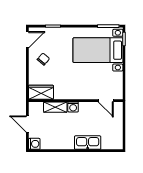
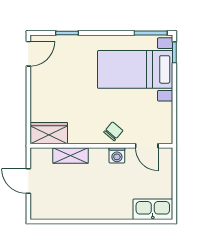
chair: (43, 59) -> (113, 131), moved
washing machine: (73, 107) -> (117, 155), moved
kitchen sink: (88, 143) -> (153, 209), moved
washing machine: (34, 144) -> (39, 211), removed

